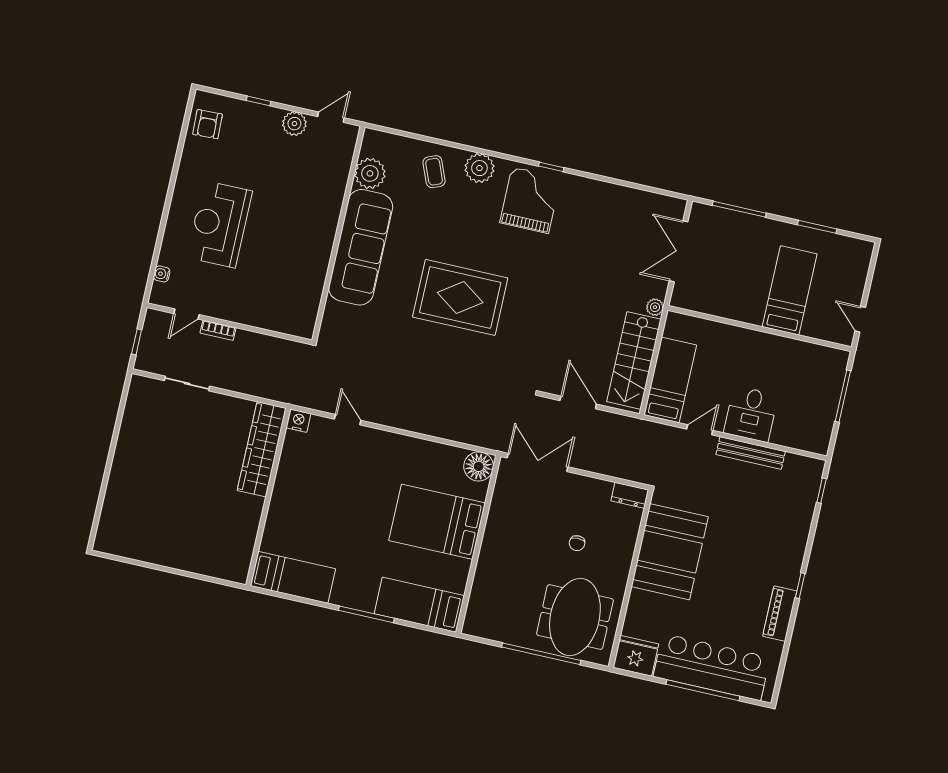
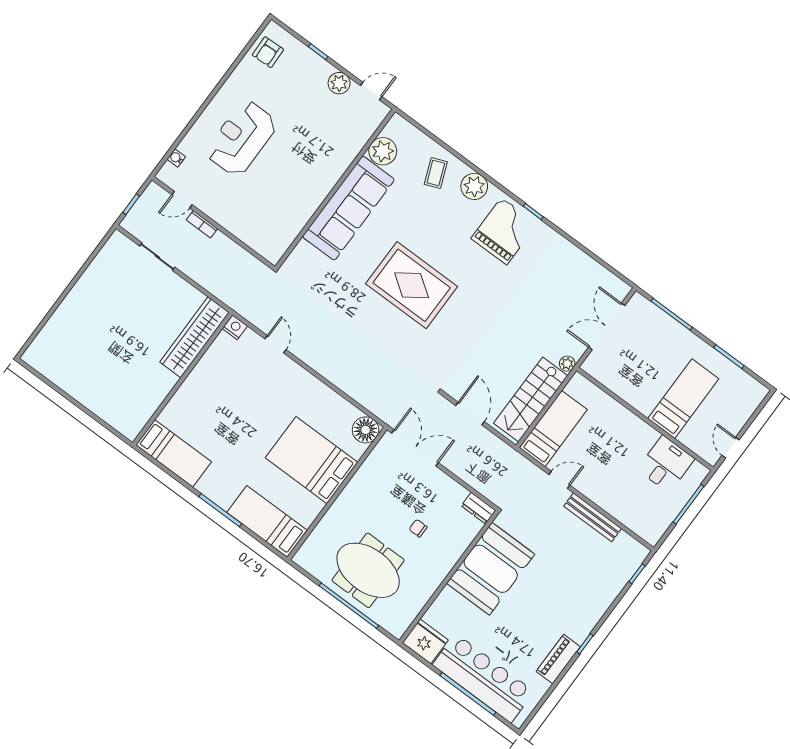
desk: (751, 414) -> (666, 464), moved, turned 180
chair: (577, 543) -> (418, 528), turned 90
meeting table: (575, 617) -> (368, 570), moved, turned 90

